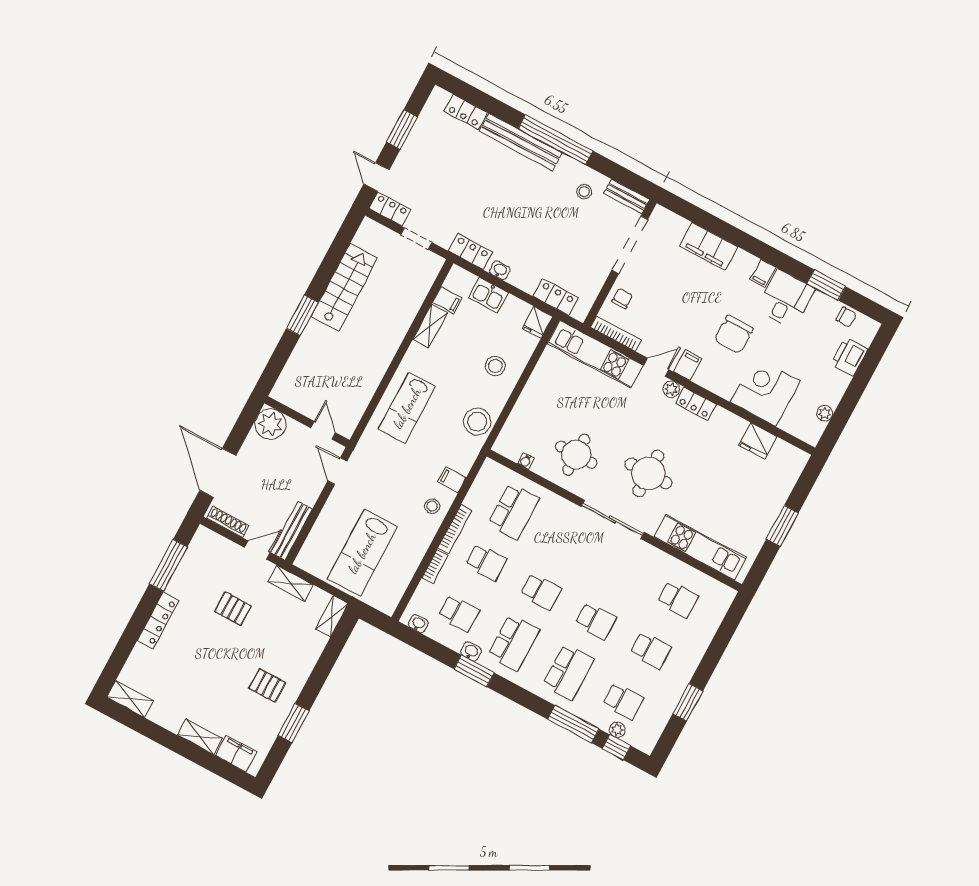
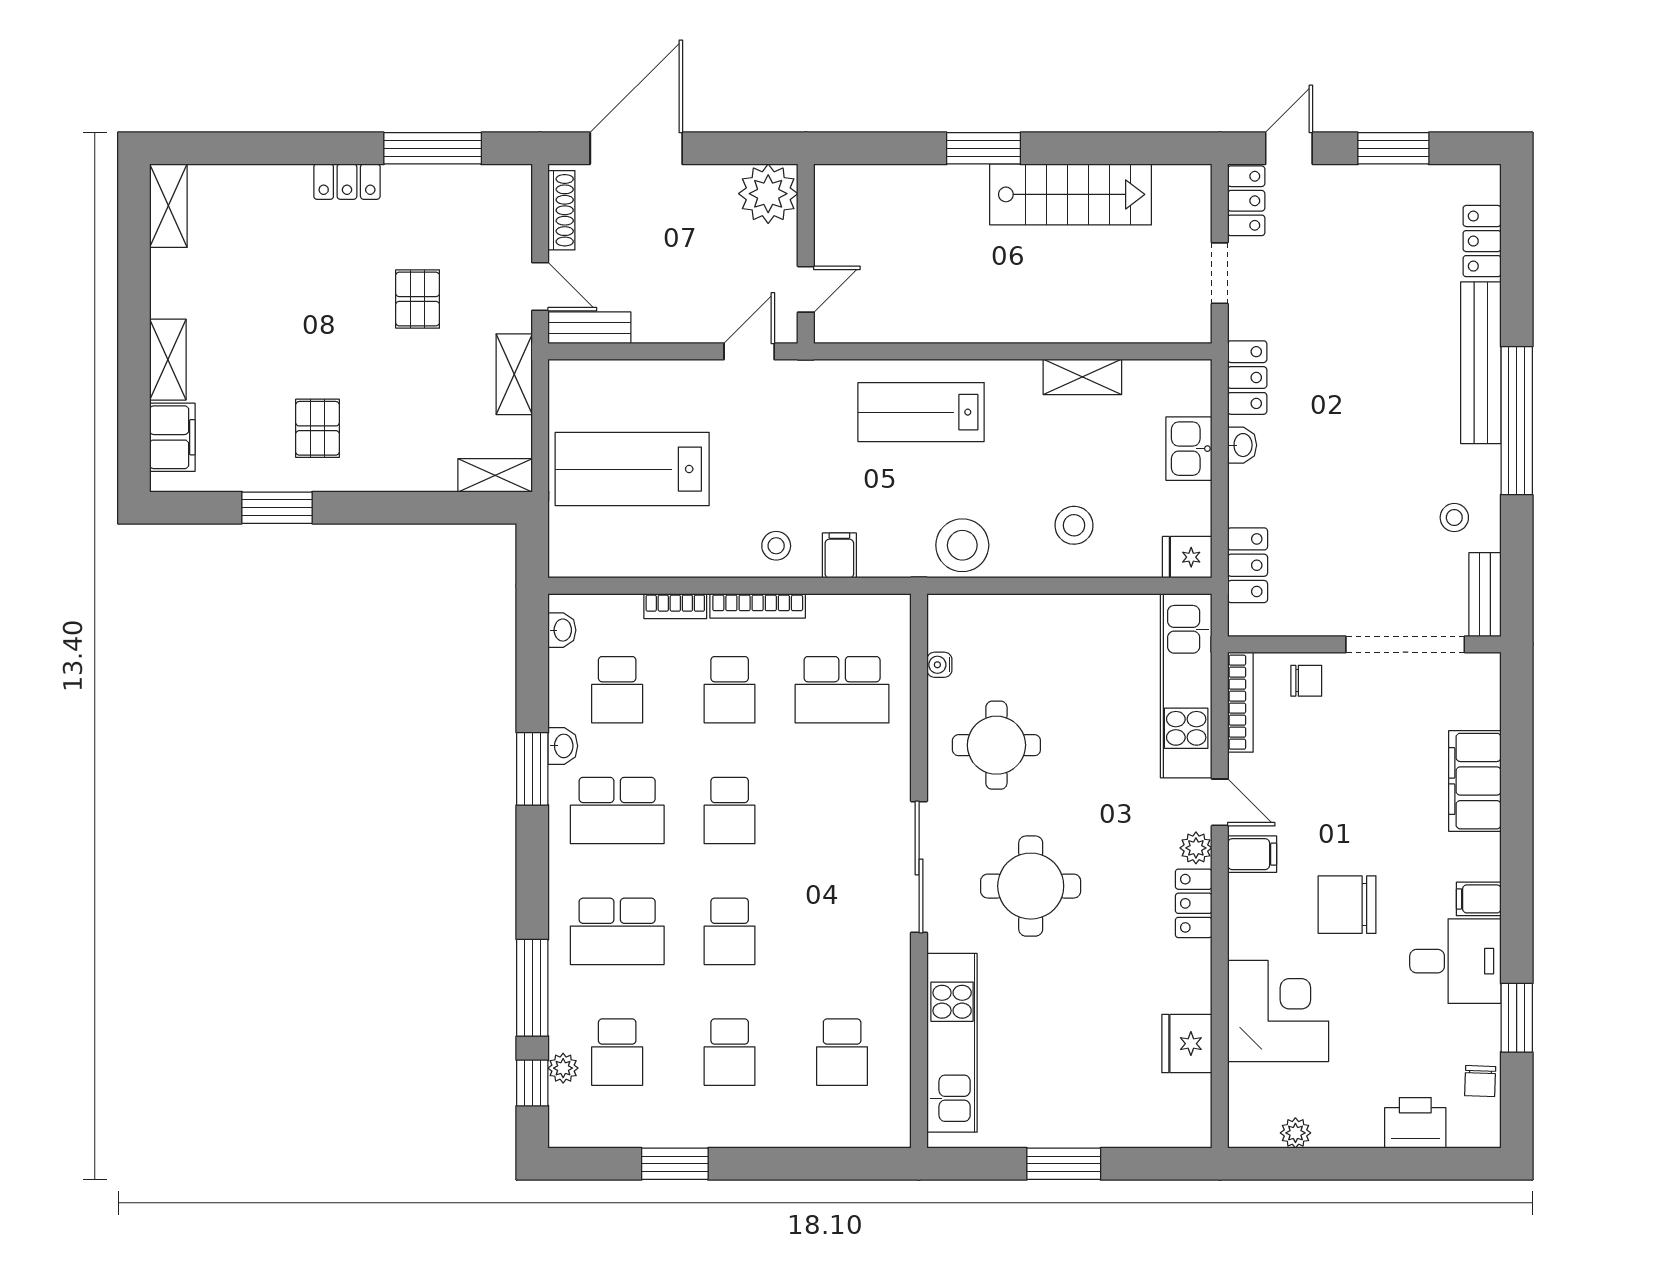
filing cabinet: (447, 300) -> (1142, 383), removed
bench: (292, 531) -> (589, 328), width x0.73
locker: (158, 620) -> (347, 182), width x0.66

